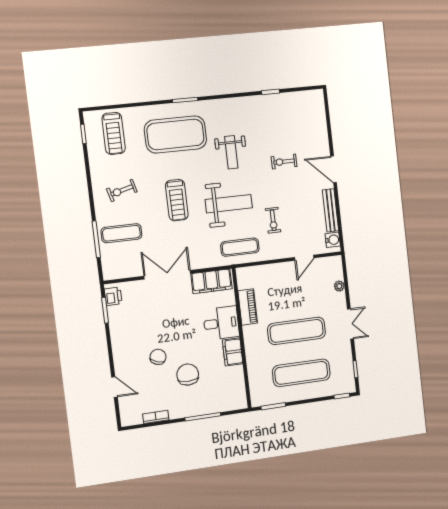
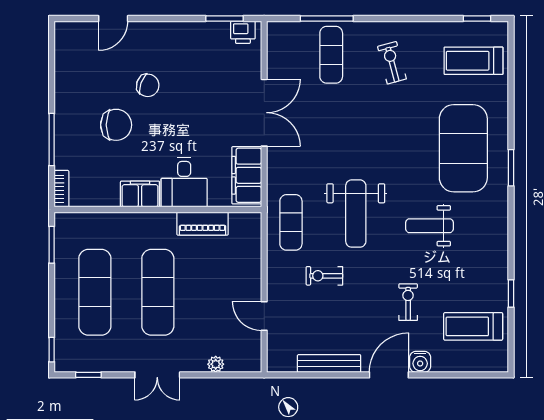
treadmill: (177, 200) -> (473, 326), moved
water cooler: (333, 240) -> (420, 362), moved
bookcase: (156, 417) -> (61, 189), moved

